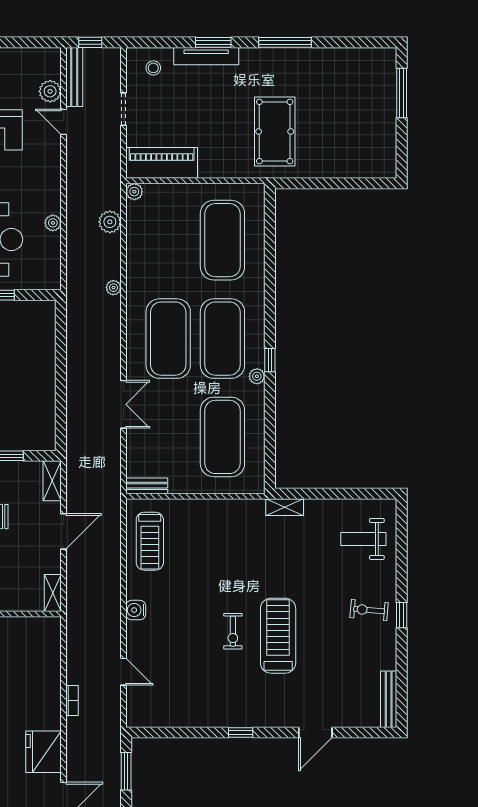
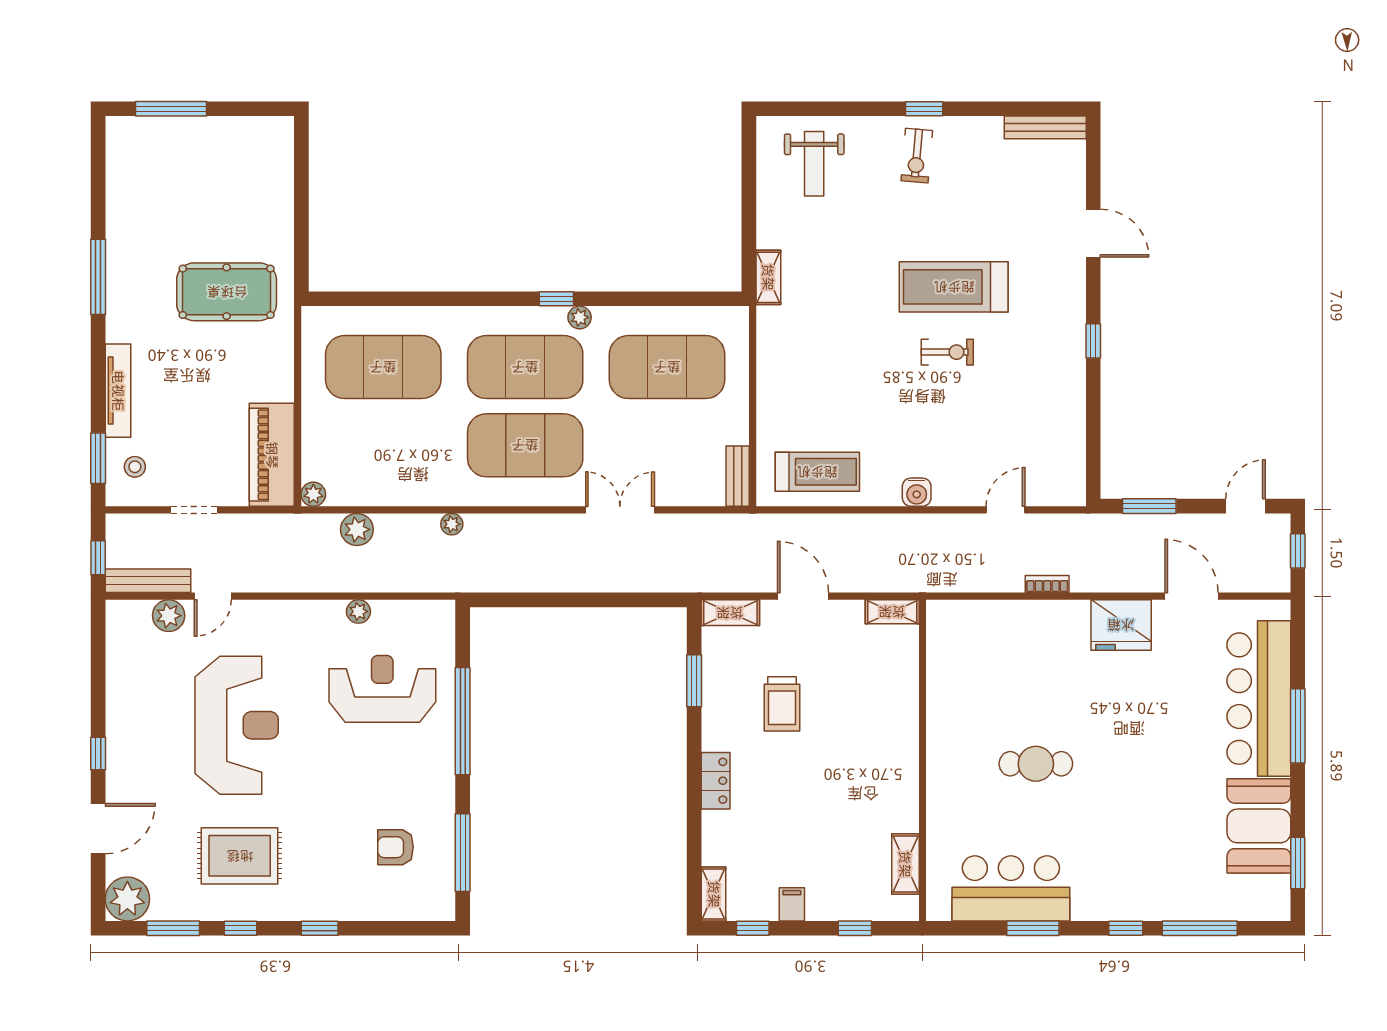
window: (213, 42) -> (98, 458), moved

